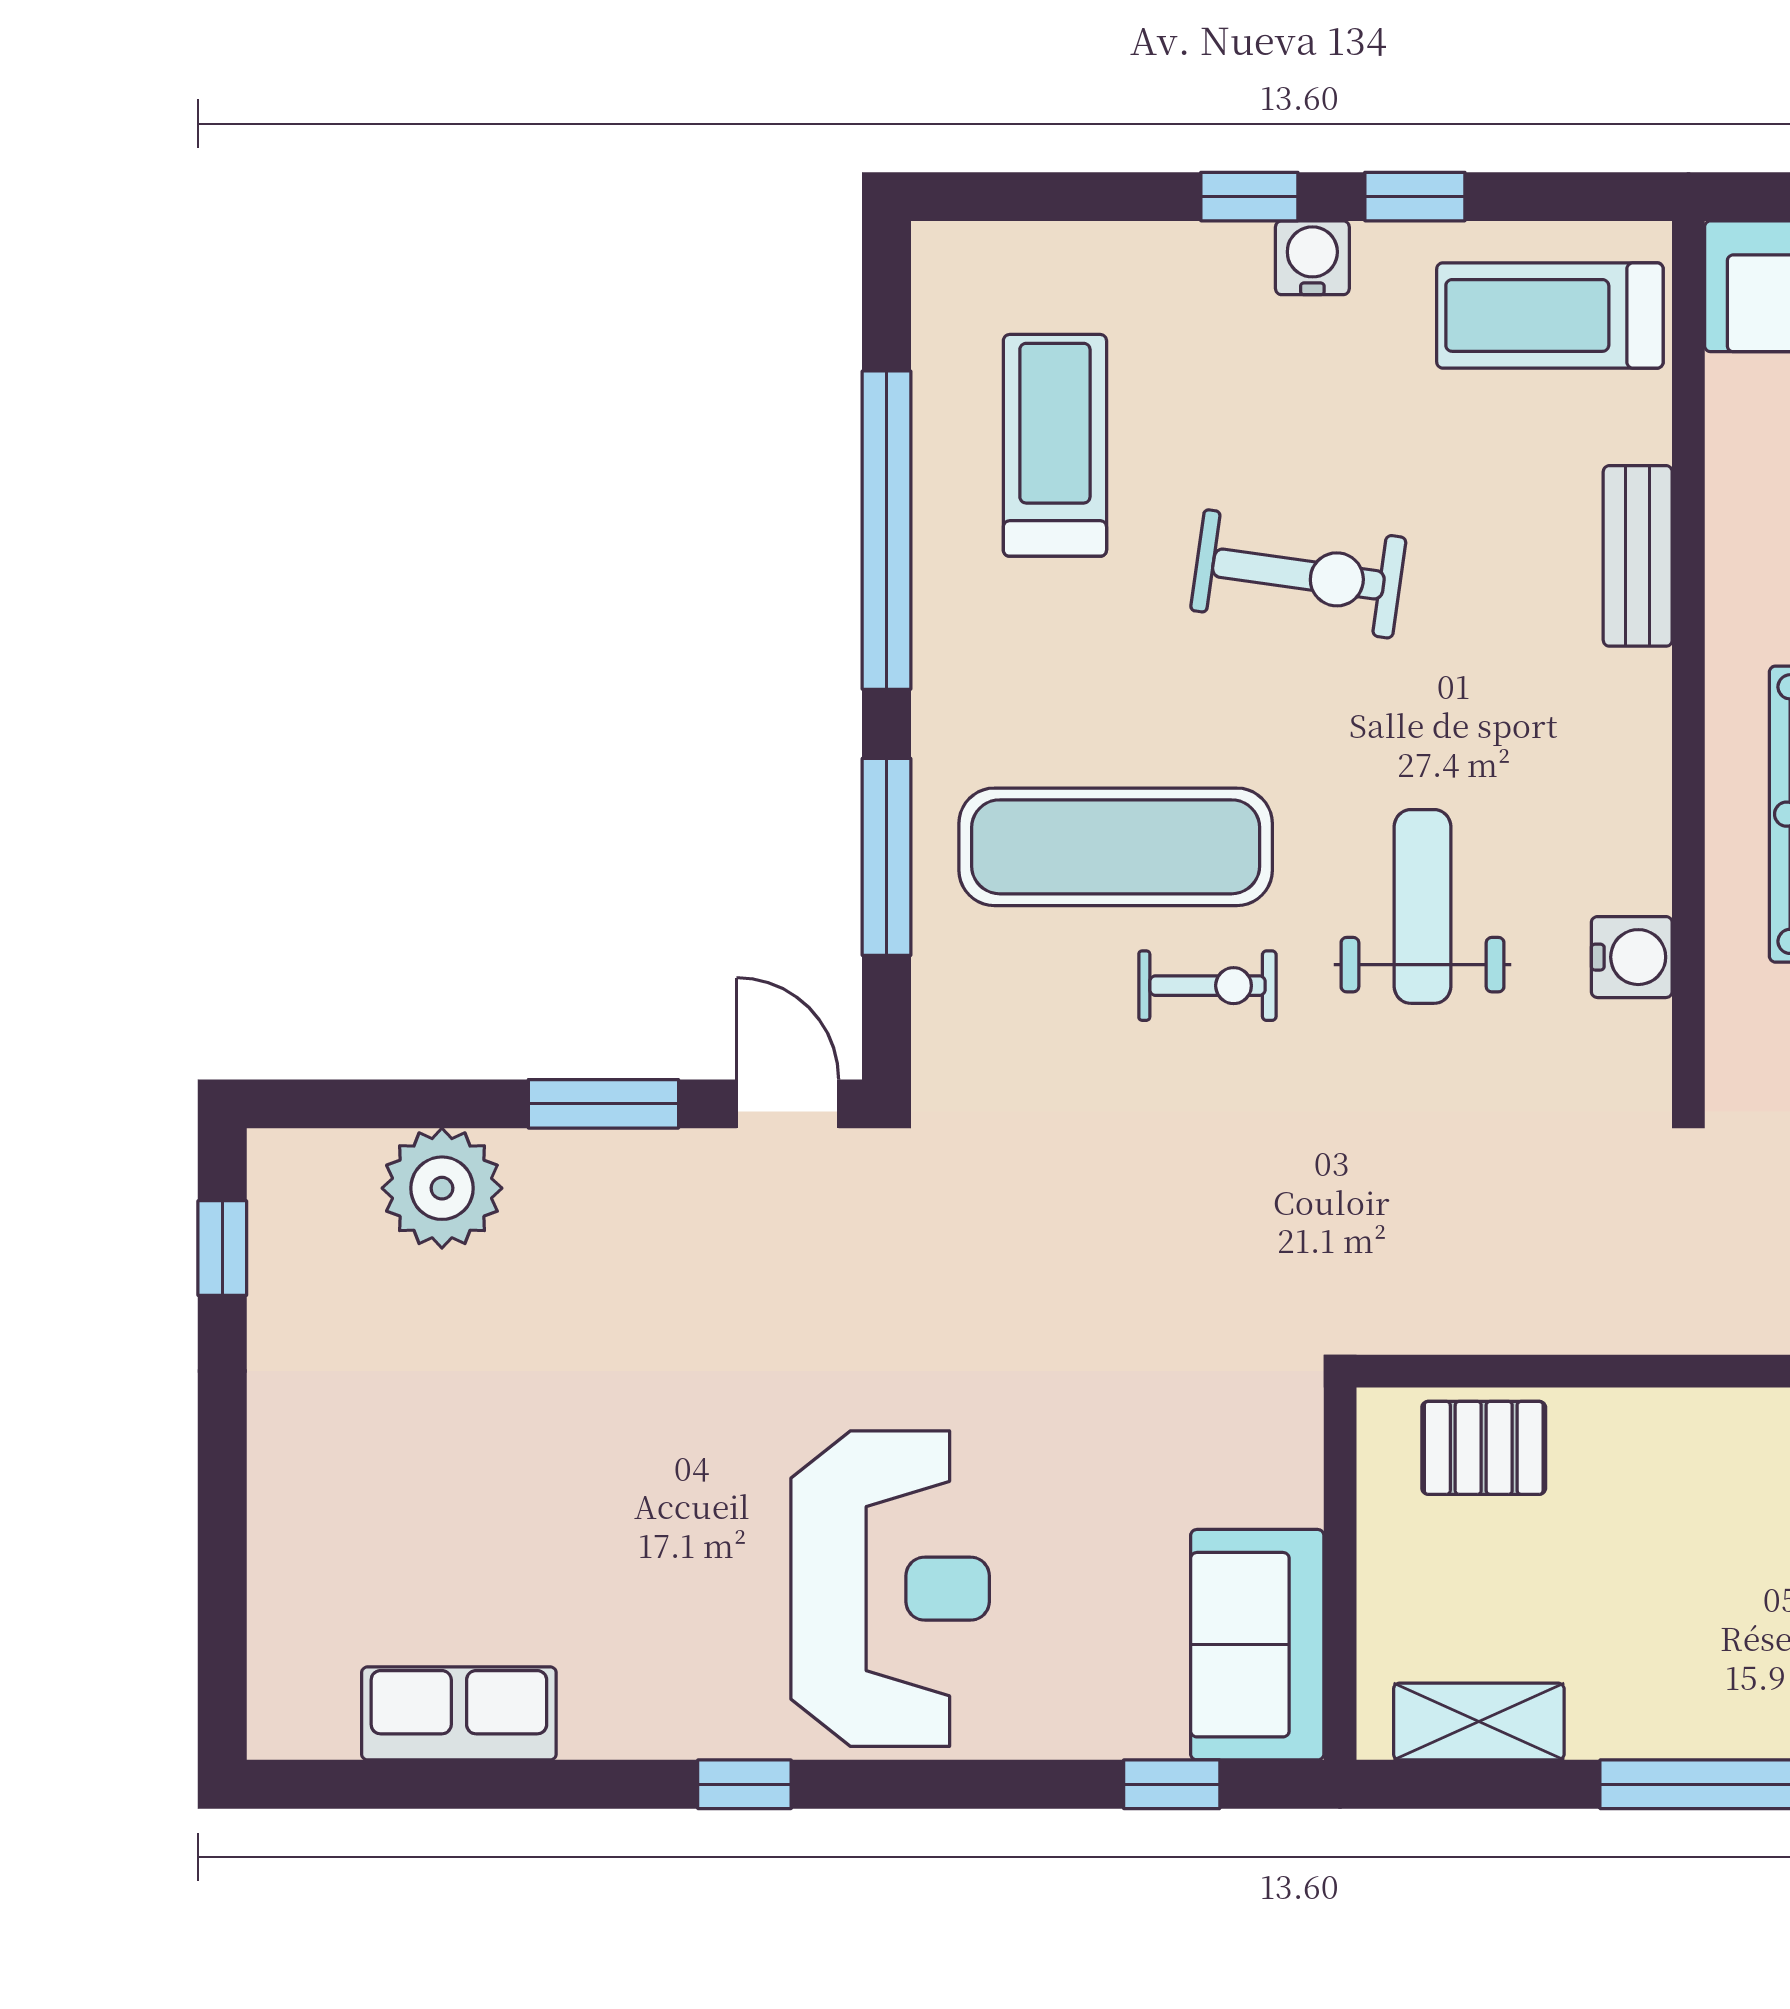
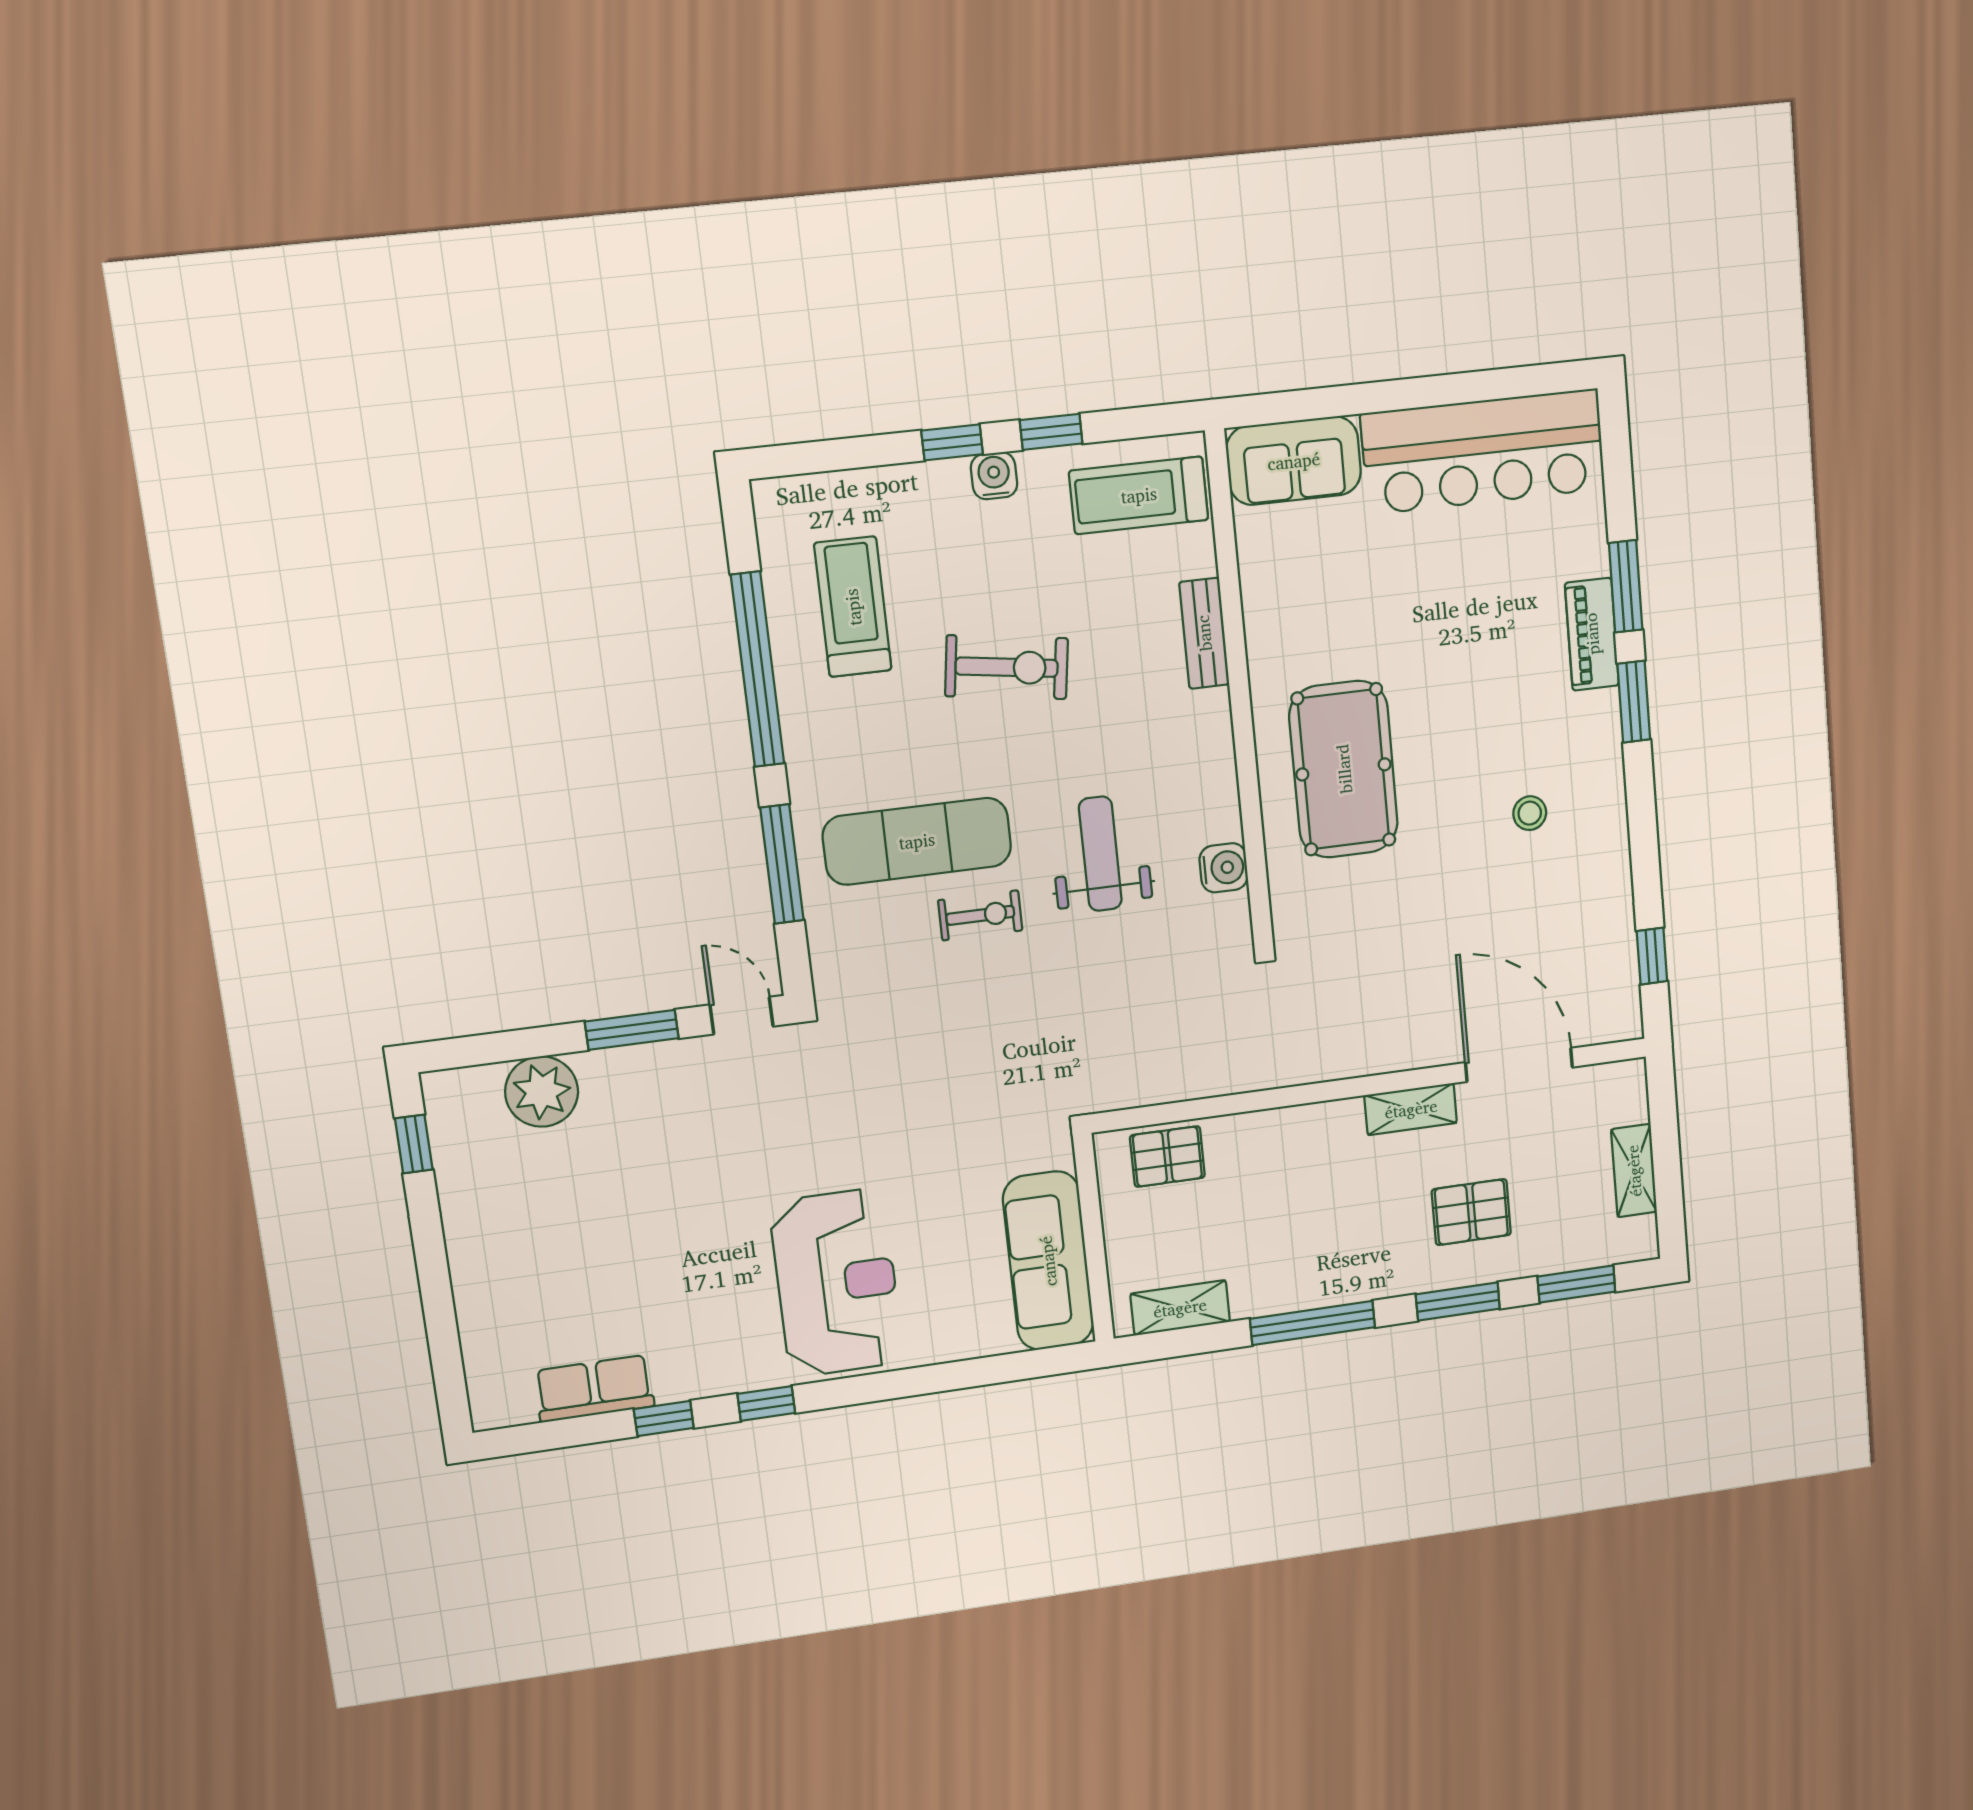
sofa: (1257, 1645) -> (1048, 1261), width x1.36
window: (1172, 1784) -> (664, 1418), moved

